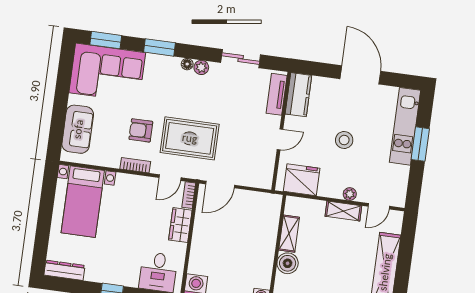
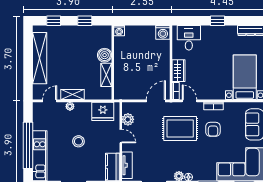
armchair: (141, 130) -> (213, 129), turned 90
door: (280, 139) -> (121, 136), swing flipped
window: (420, 144) -> (28, 145), width x2.11
plant: (266, 163) -> (128, 119), added
door: (170, 178) -> (190, 101), hinge flipped

